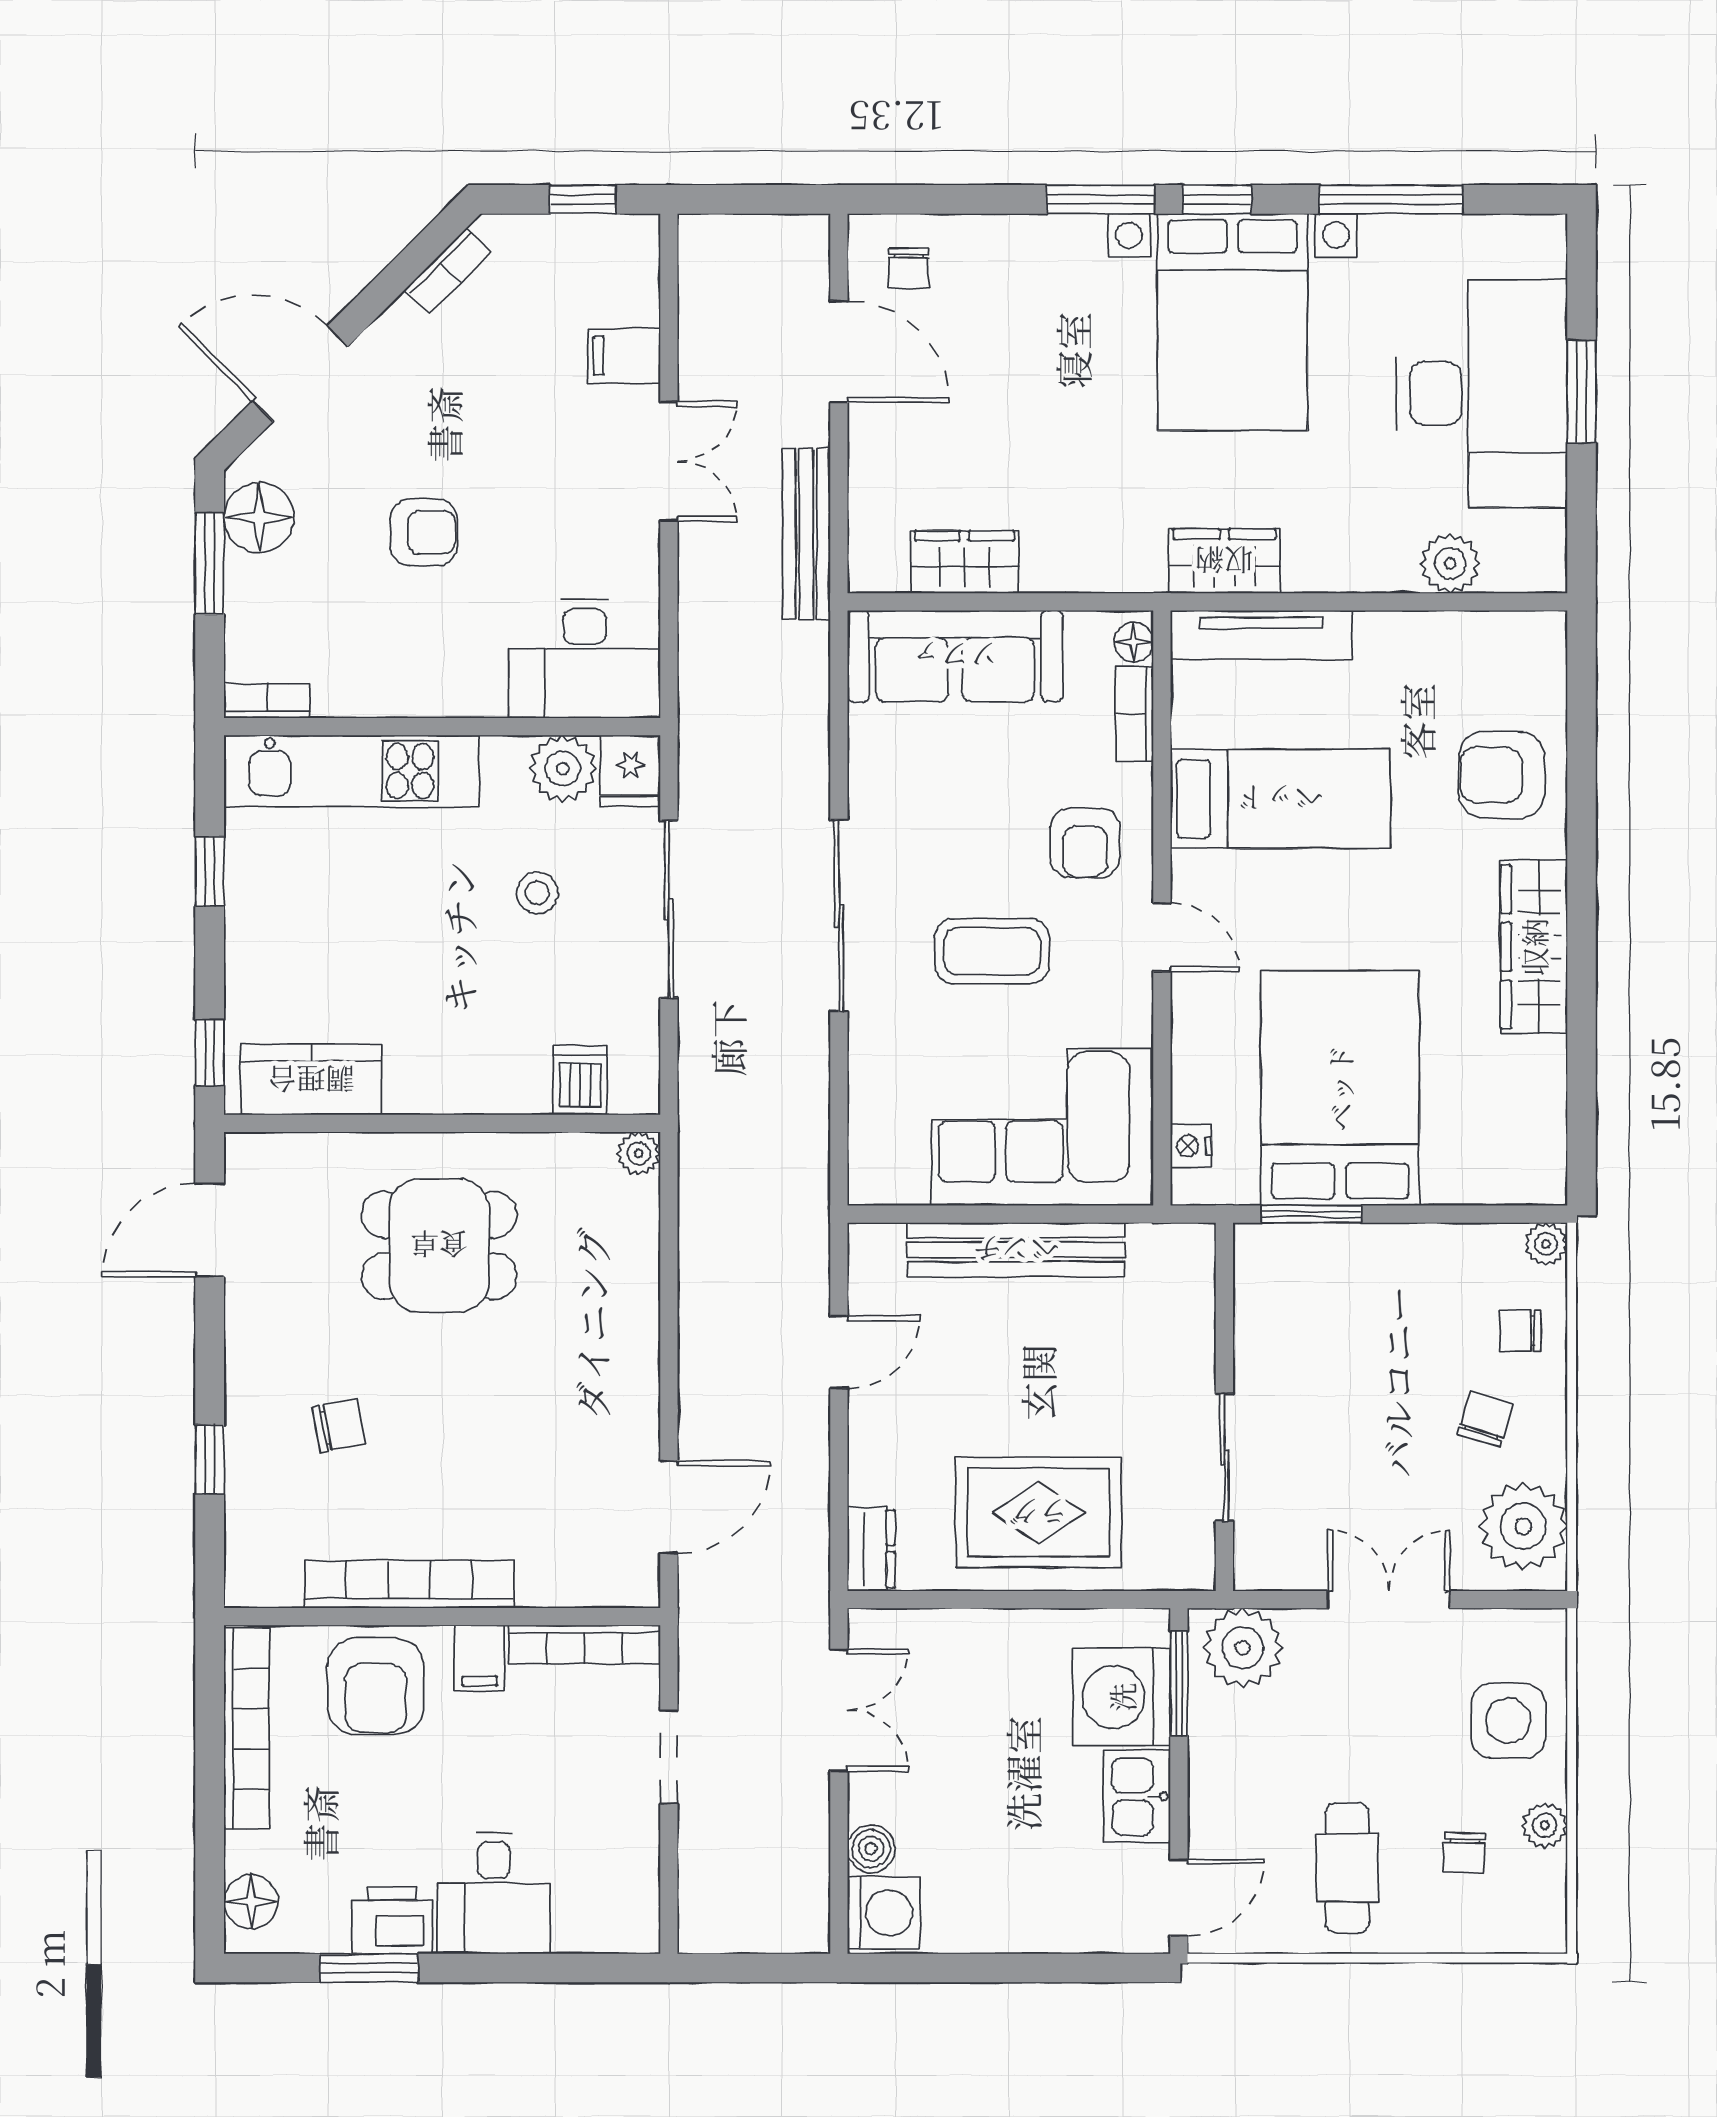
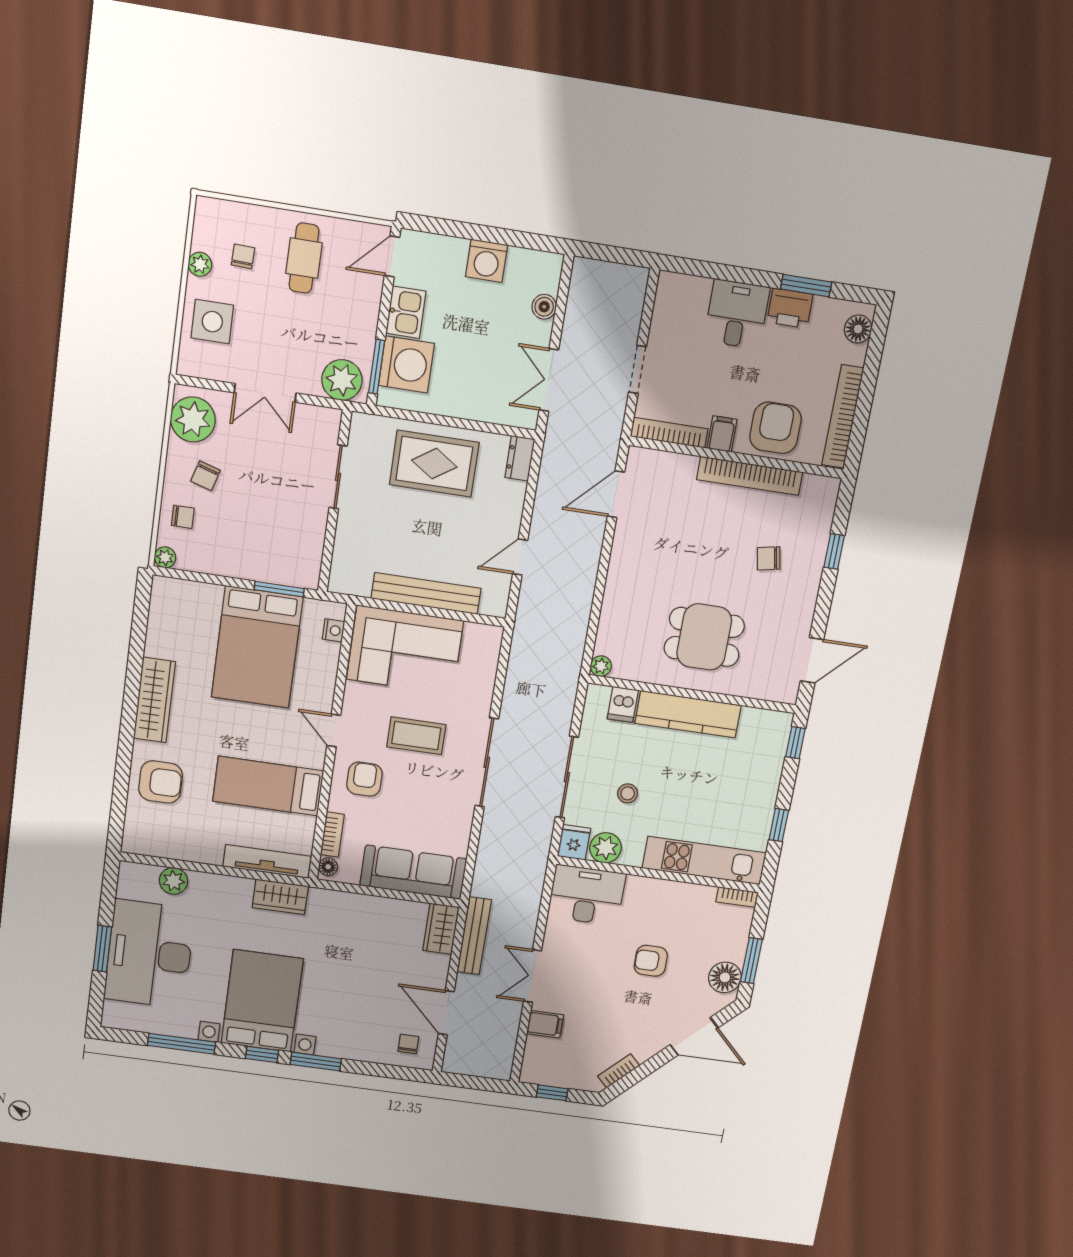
wardrobe: (964, 562) -> (441, 929), moved, turned 90
kitchen counter: (311, 1080) -> (688, 714), moved, width x1.50
washing machine: (883, 1913) -> (487, 261), moved, turned -90

